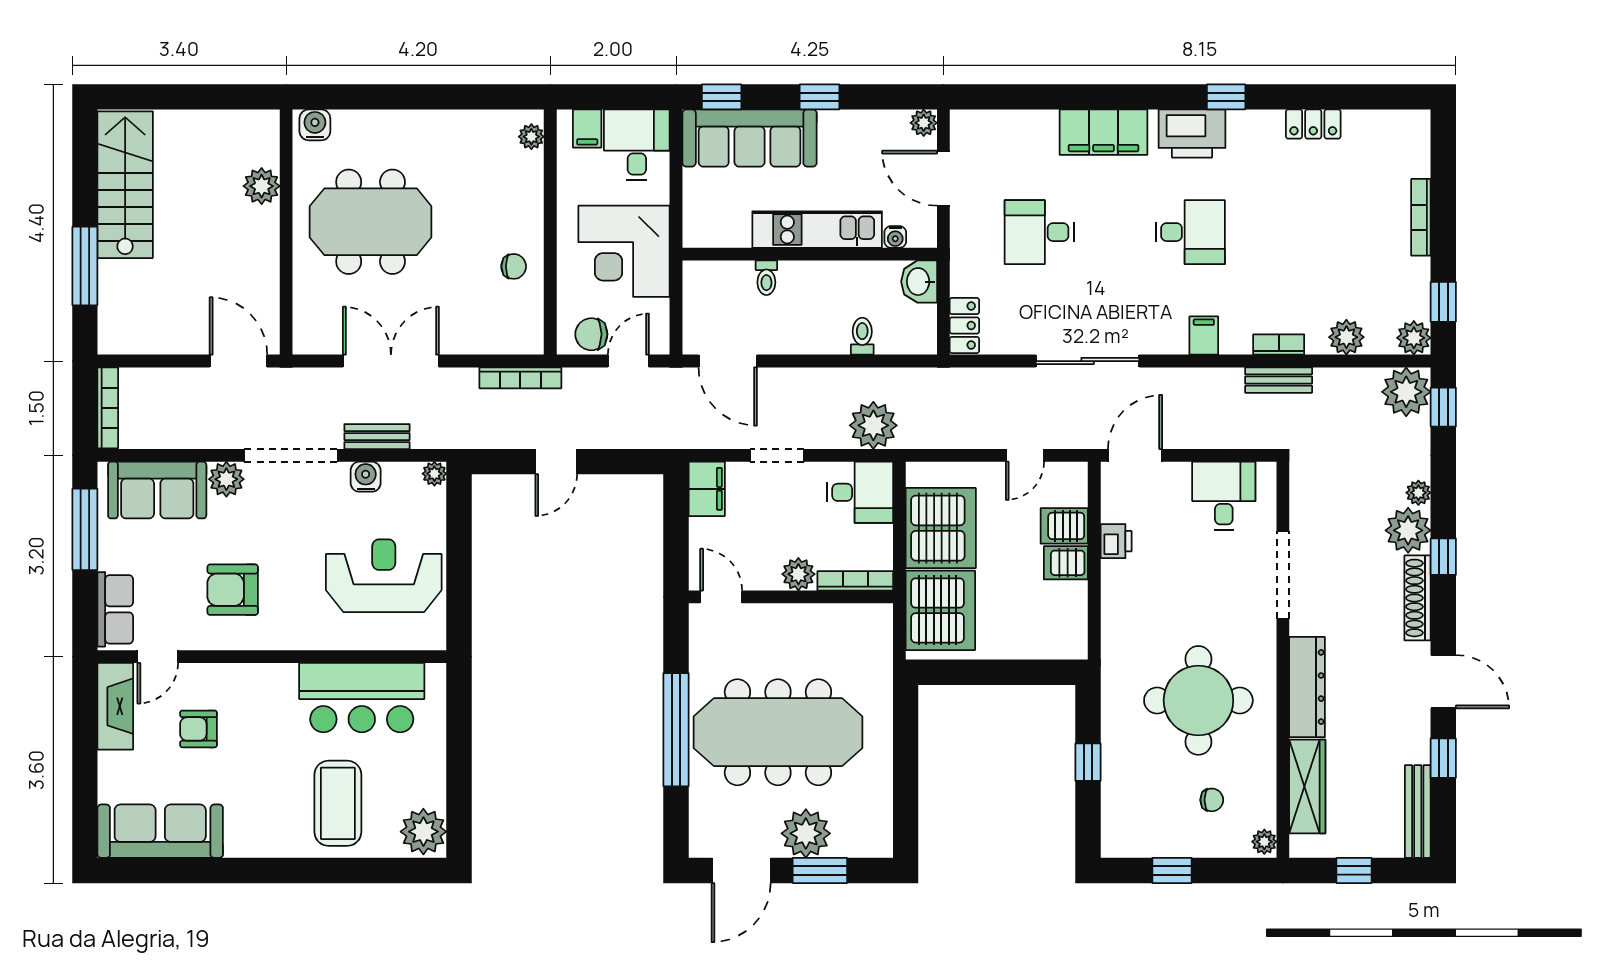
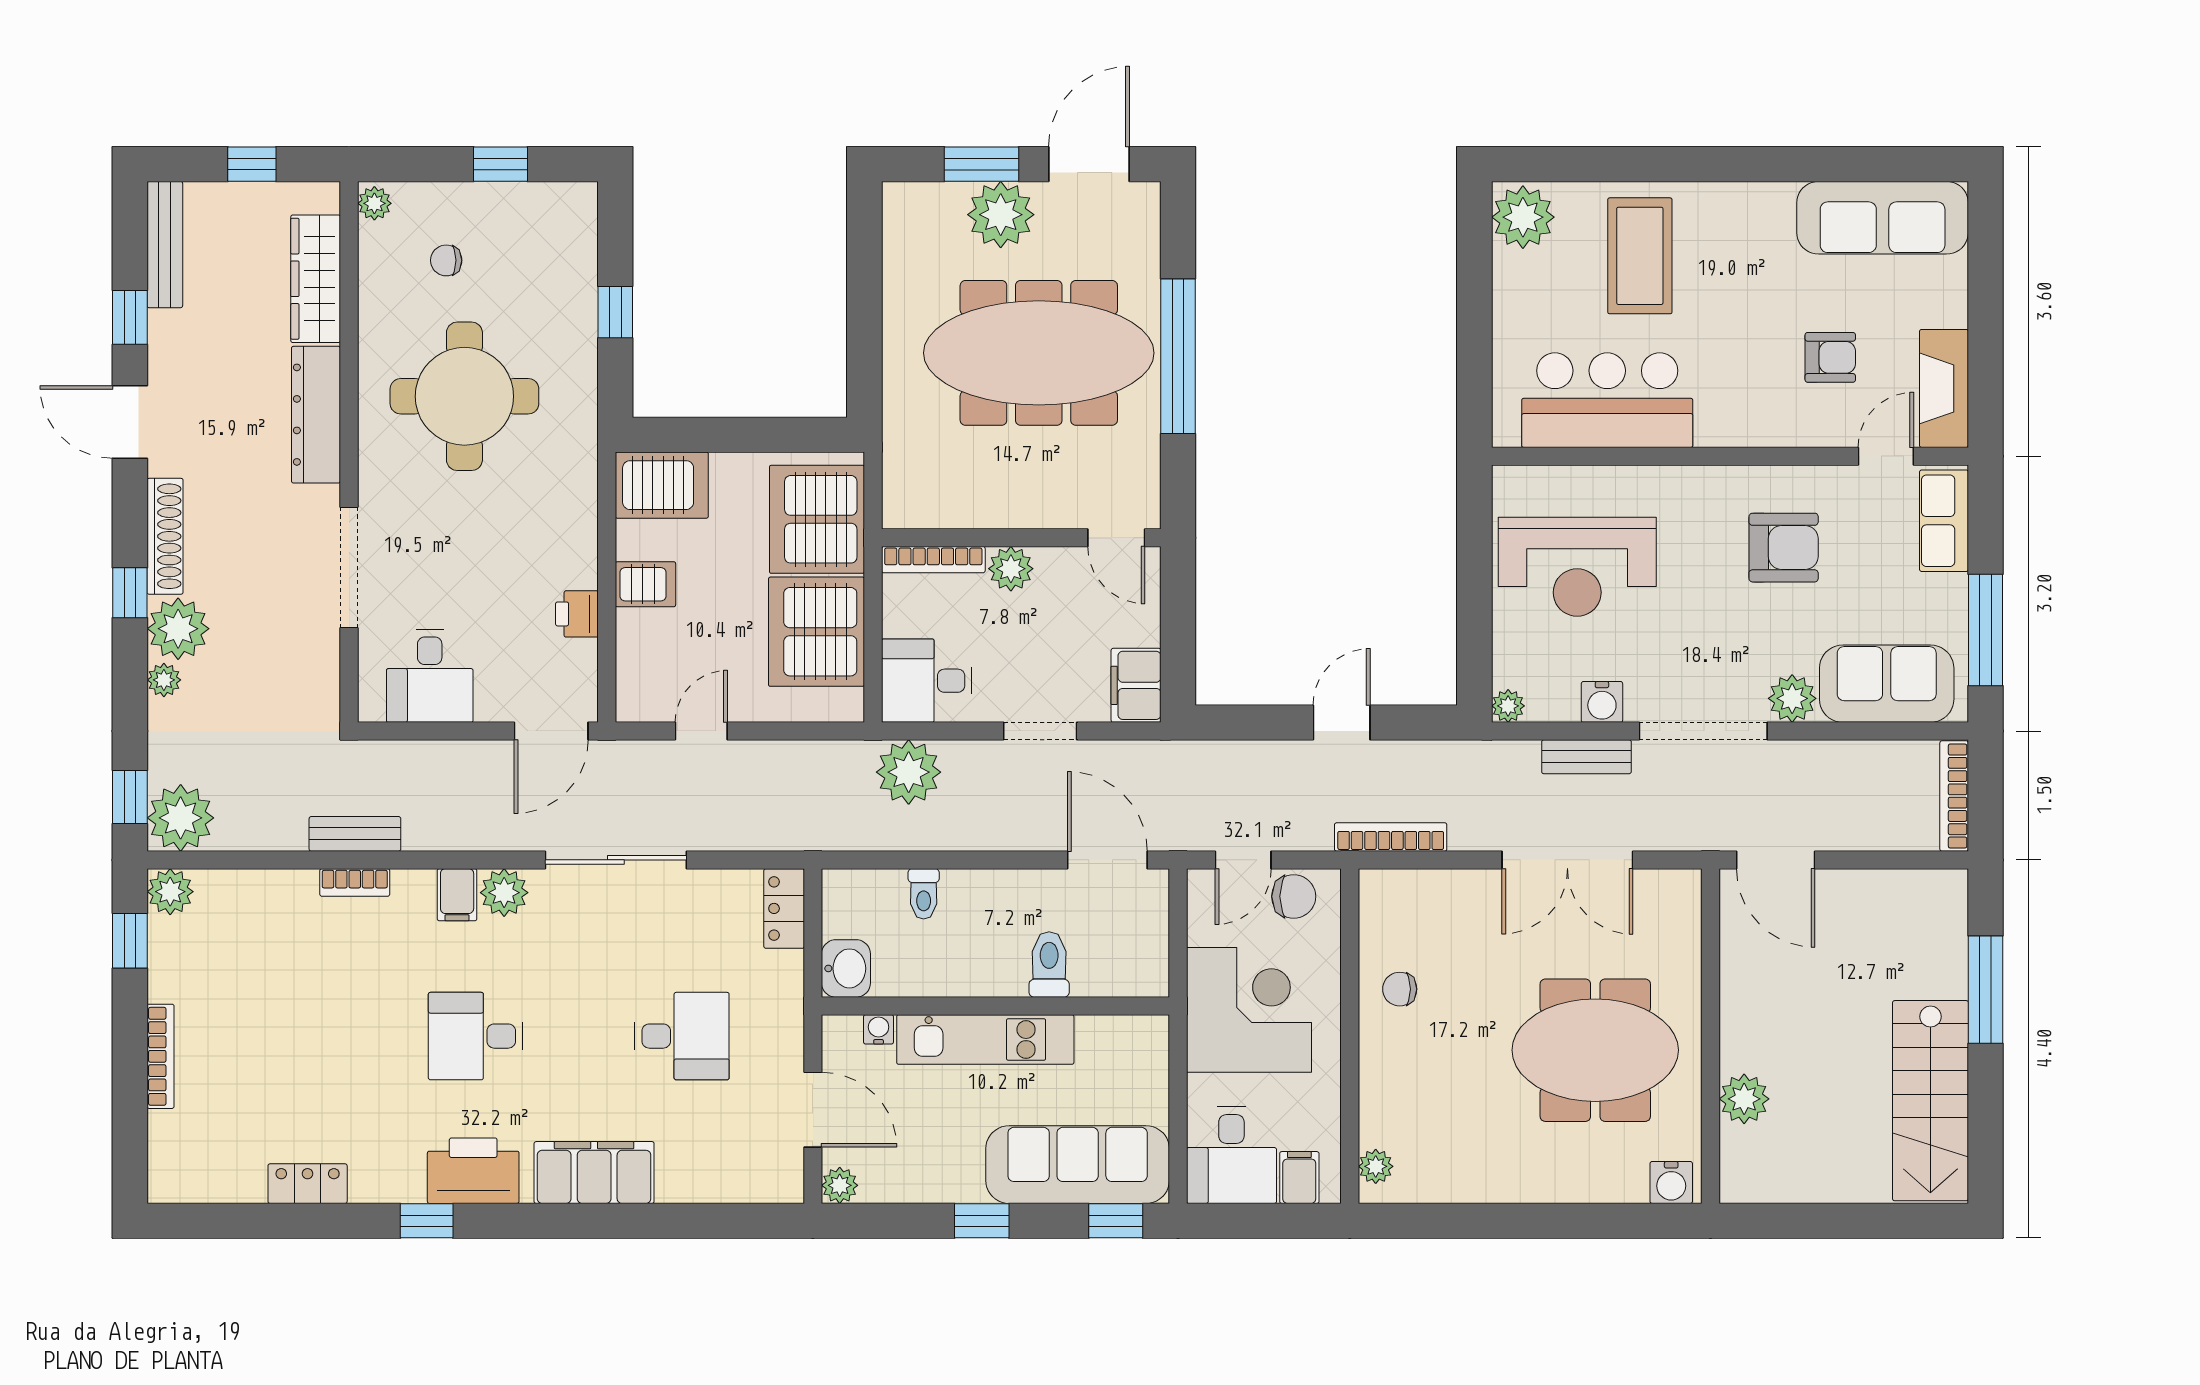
toilet: (766, 278) -> (1049, 965), width x1.37, depth x1.39
plant: (1346, 337) -> (504, 893), moved
server rack: (1064, 526) -> (662, 485), moved, width x1.36, depth x1.44

